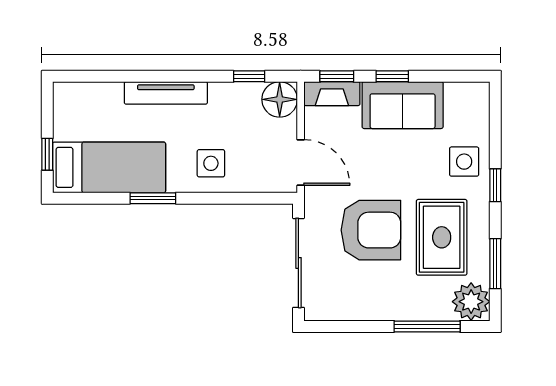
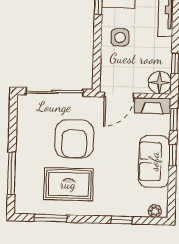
fireplace: (332, 94) -> (153, 106), moved, turned -90
side table: (464, 162) -> (117, 200), removed
window: (495, 185) -> (122, 220), moved
plant: (471, 302) -> (155, 211), moved, width x0.53, depth x0.53

